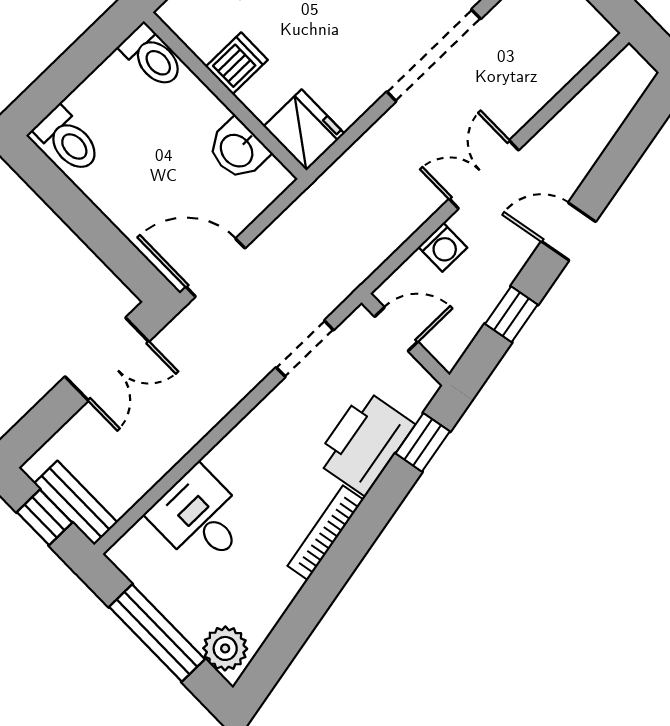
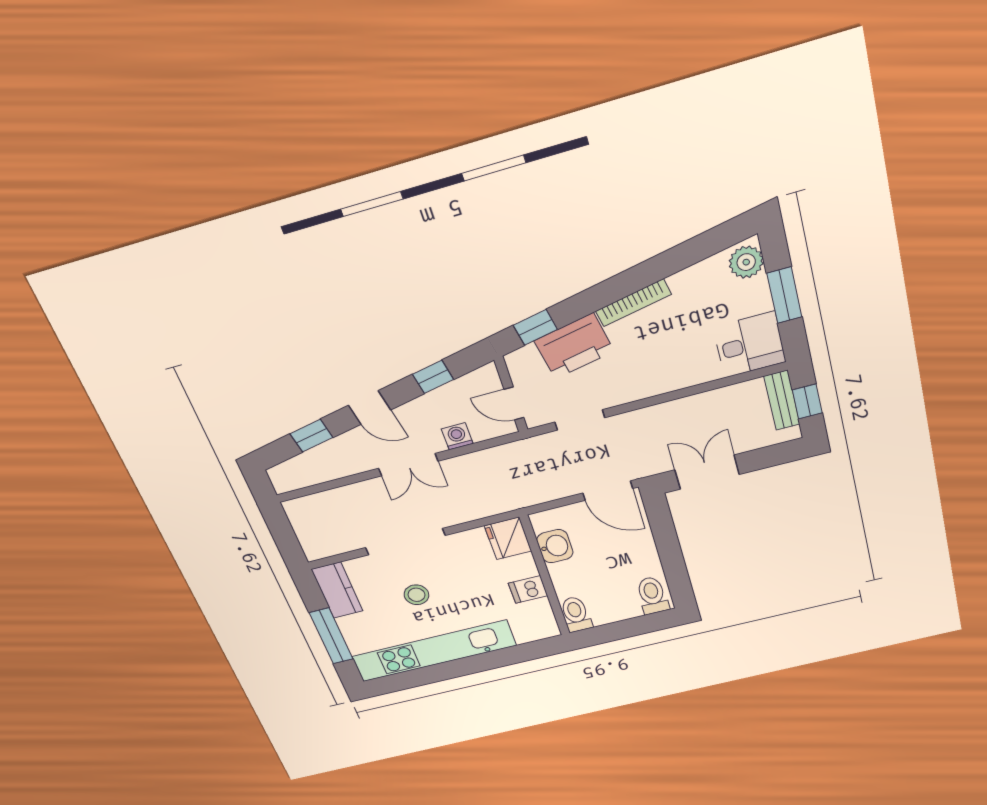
window: (622, 154) -> (311, 436), added
desk: (200, 518) -> (750, 345), moved, turned -90
window: (157, 633) -> (784, 295), width x0.69

